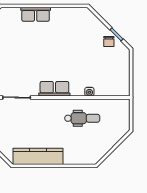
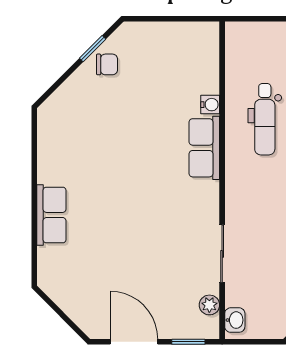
row of seats: (54, 89) -> (204, 148), moved
dental chair: (82, 118) -> (265, 119), turned 180

